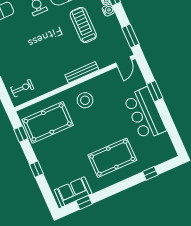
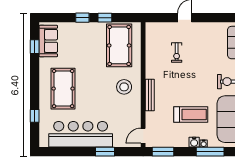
door: (124, 62) -> (143, 136), hinge flipped
exercise bike: (22, 88) -> (177, 52), moved
bar counter: (145, 114) -> (81, 134), width x1.36
window: (21, 134) -> (105, 18), moved

